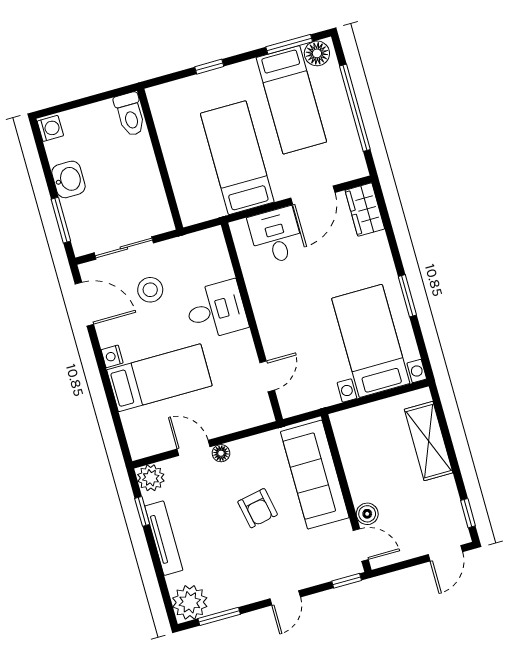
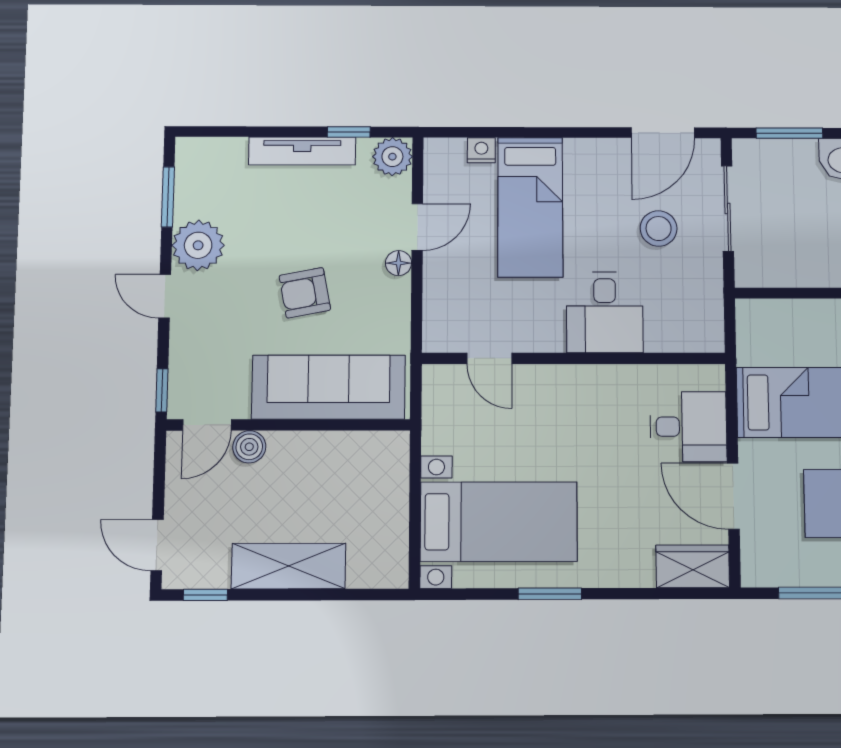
nightstand: (112, 356) -> (481, 150), moved
shelving: (429, 441) -> (289, 566), moved
plant: (190, 602) -> (198, 245), moved

